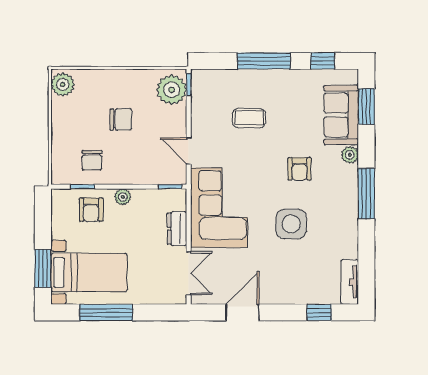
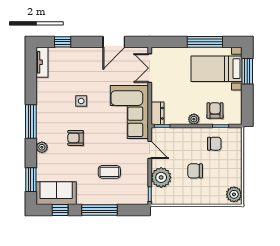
plant: (172, 90) -> (161, 177), moved
sofa: (341, 115) -> (56, 193), moved, turned -90
chair: (92, 160) -> (214, 144), turned 90
armchair: (300, 169) -> (76, 138), turned -90
side table: (291, 224) -> (81, 101), width x0.54, depth x0.54
dresser: (177, 229) -> (157, 113), moved

